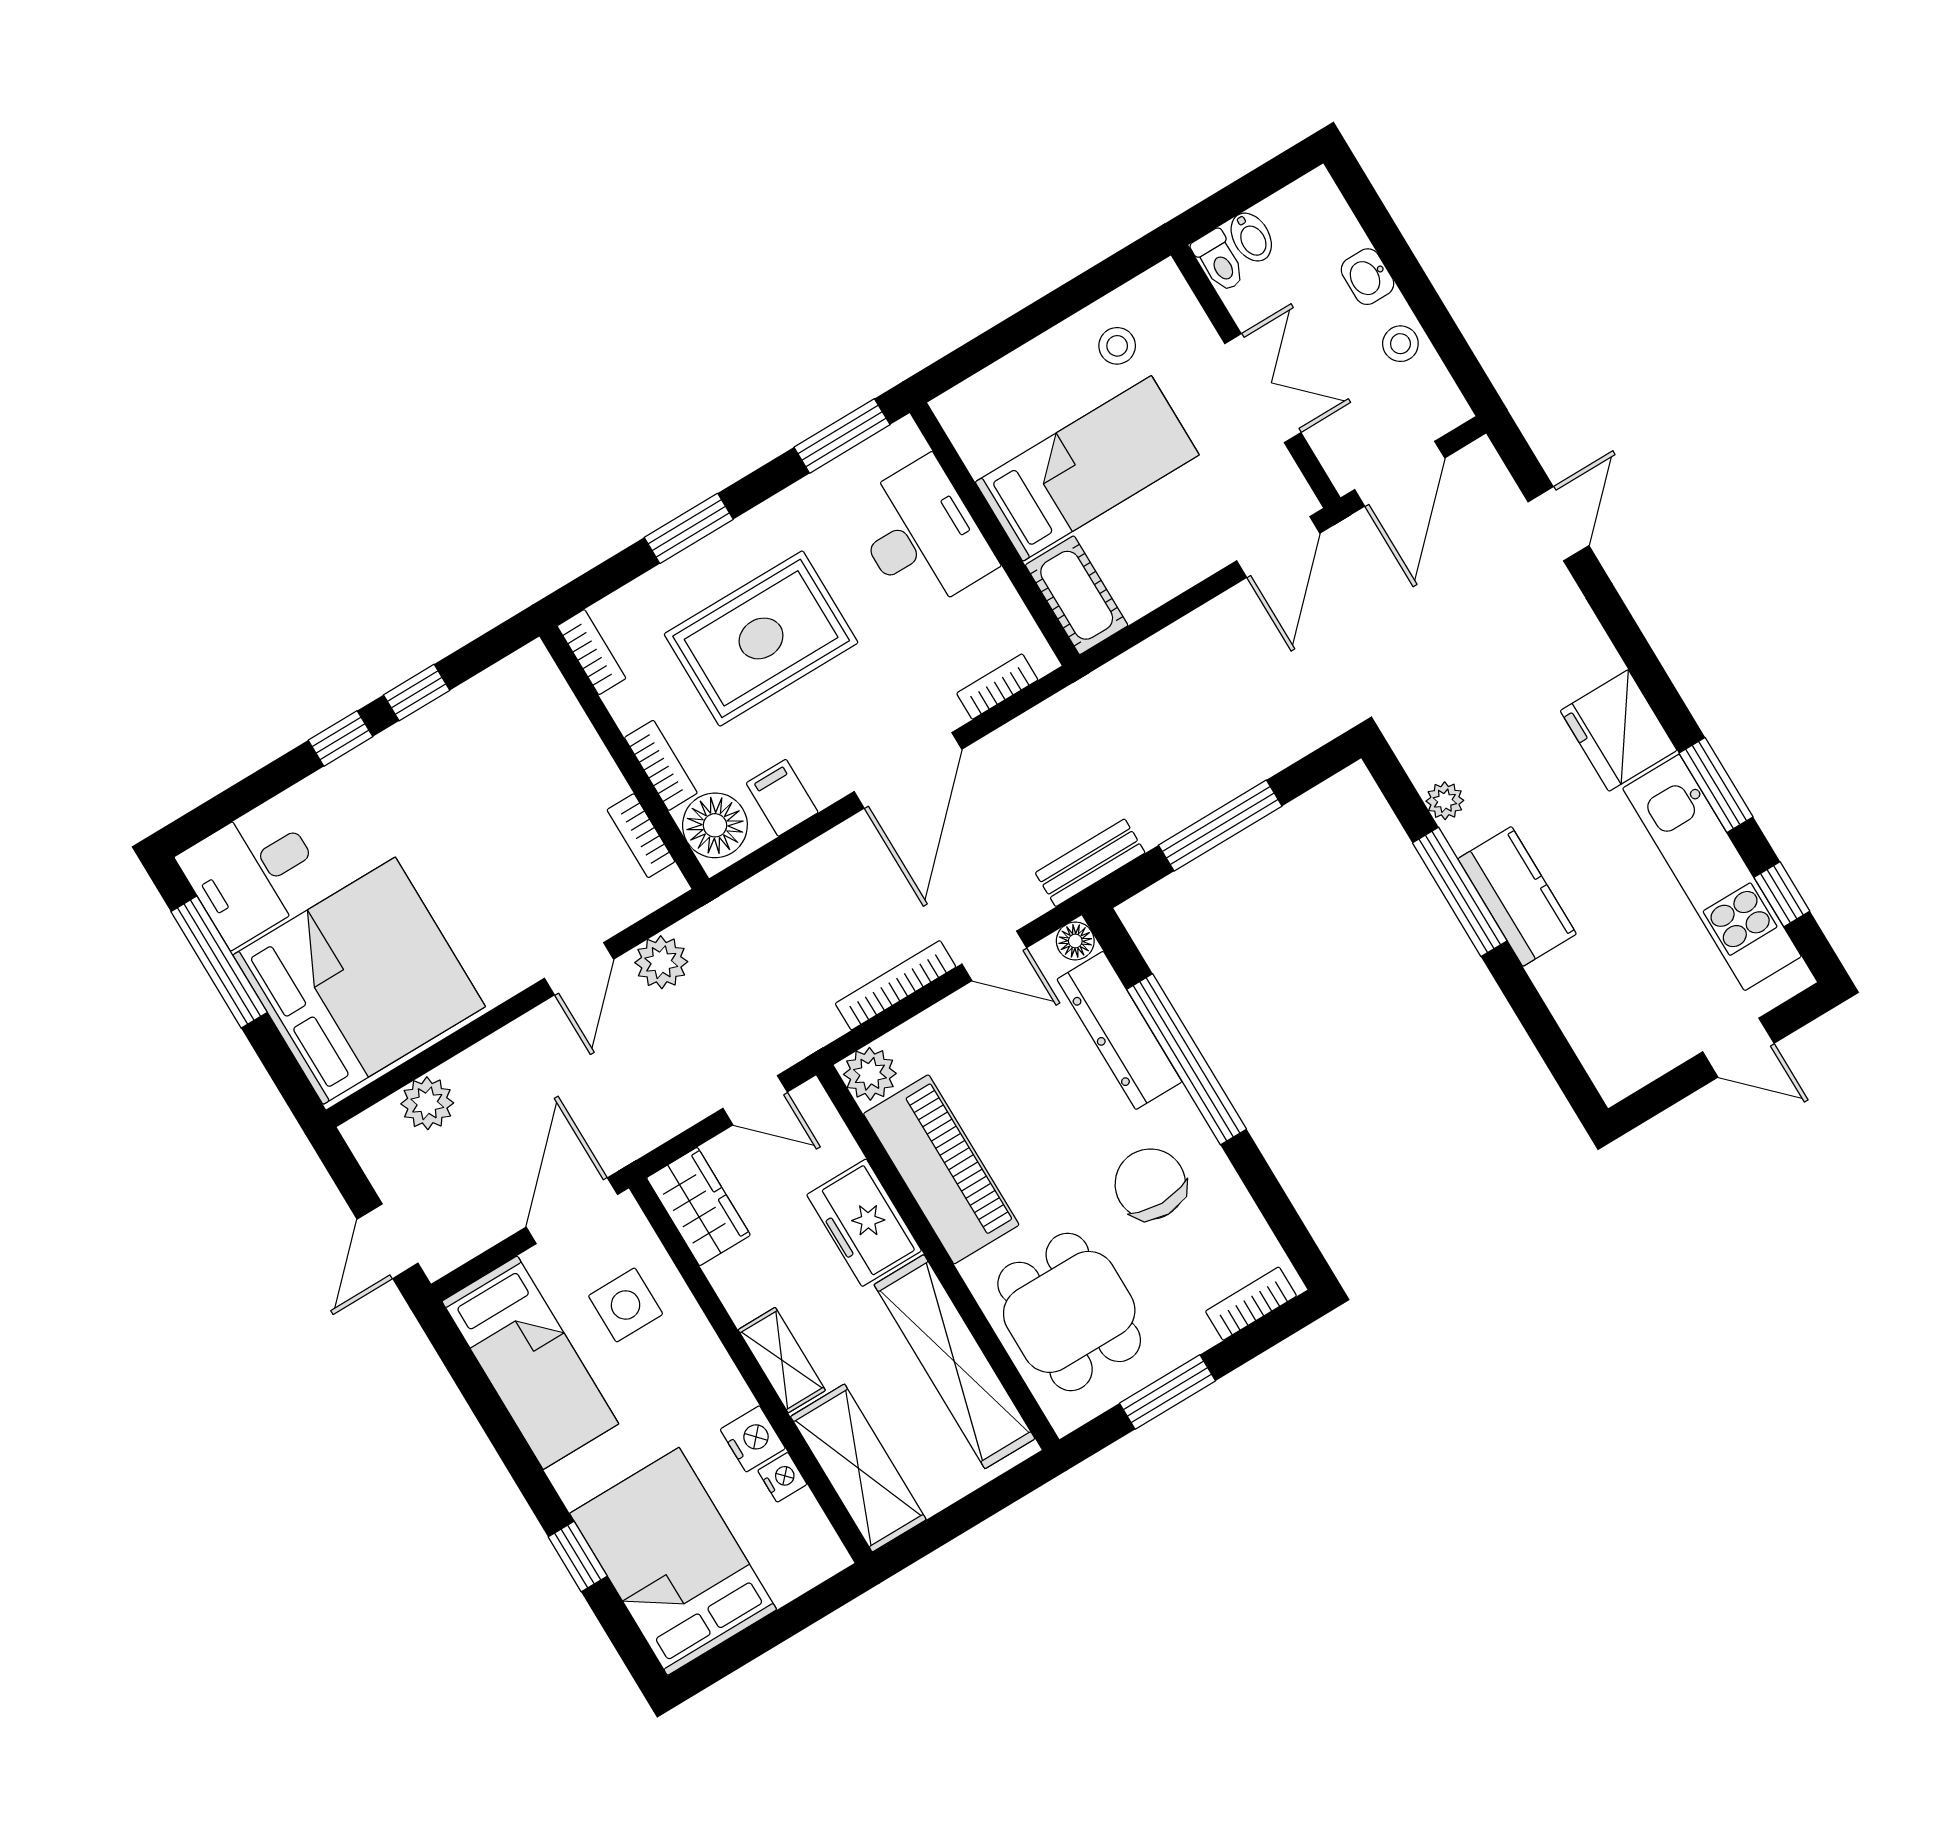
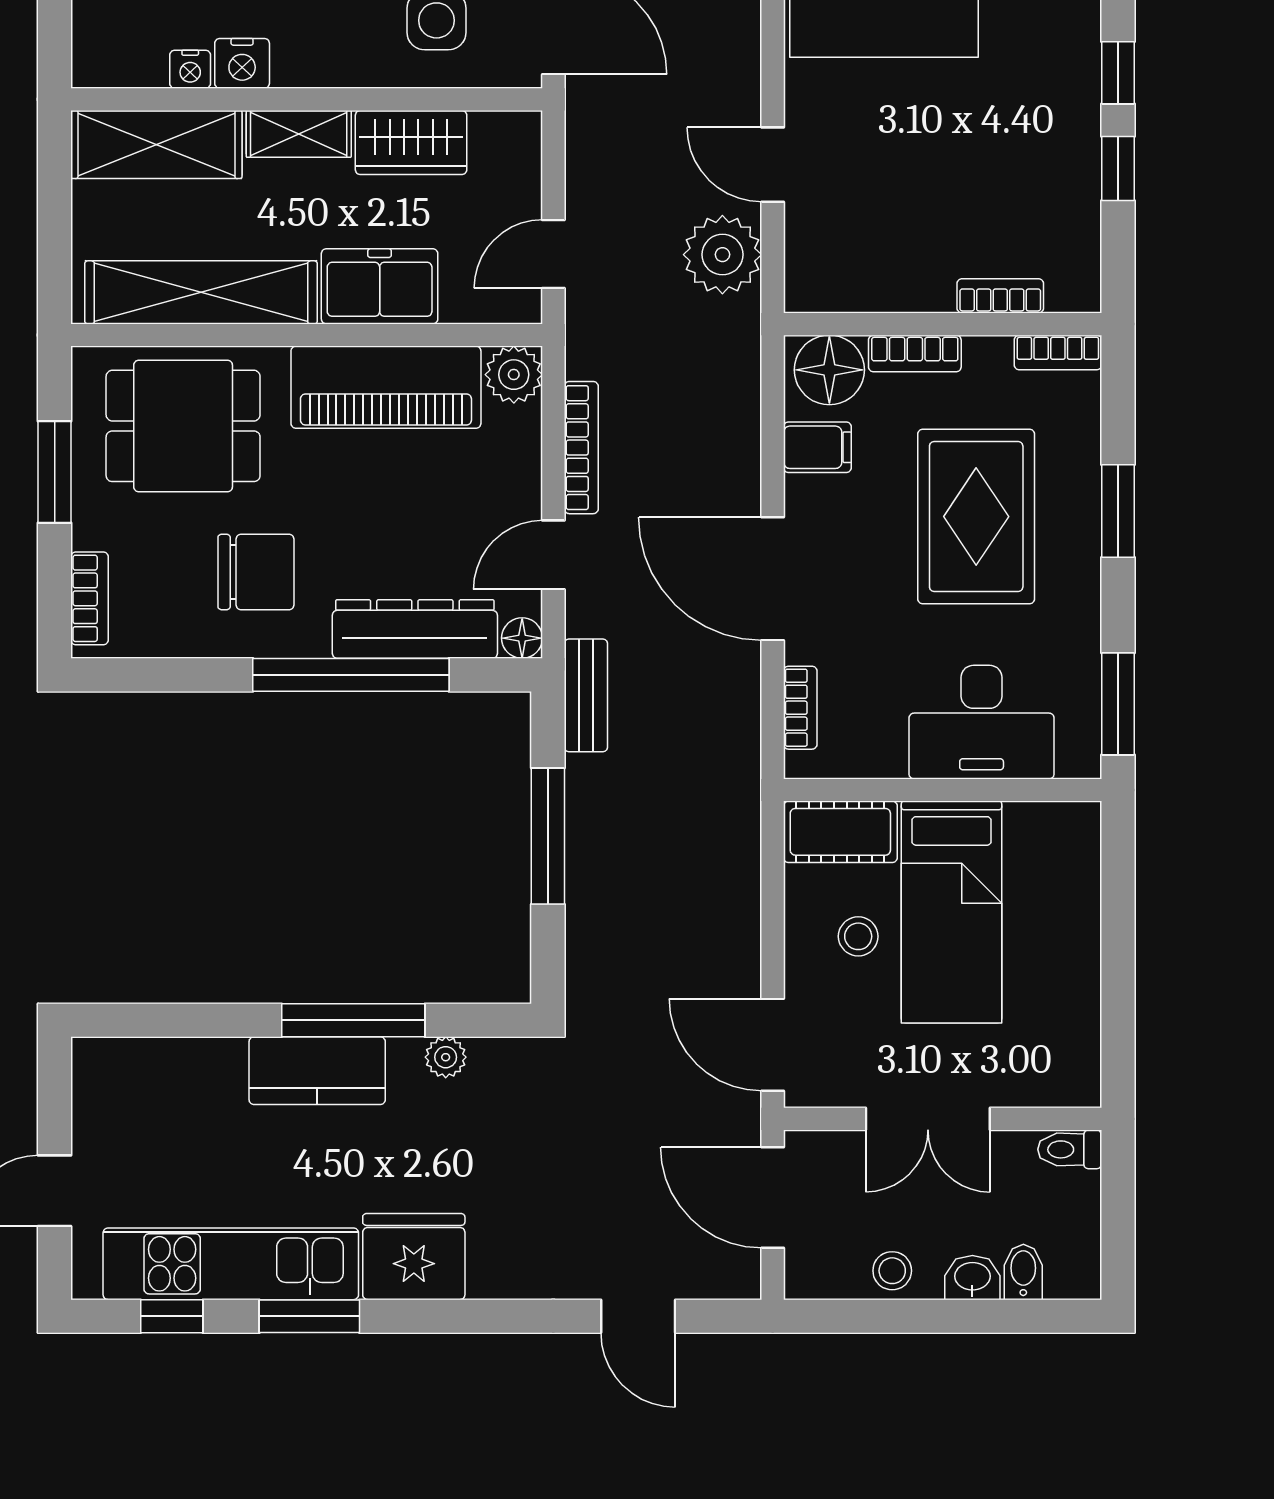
bidet: (1251, 237) -> (1023, 1272), moved, turned 90
stool: (1117, 346) -> (858, 936), moved
bookcase: (641, 836) -> (1000, 296), moved
plant: (661, 962) -> (722, 255), width x1.36, depth x1.36
wardrobe: (698, 1206) -> (411, 143), moved

